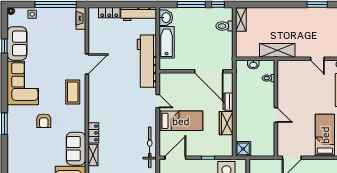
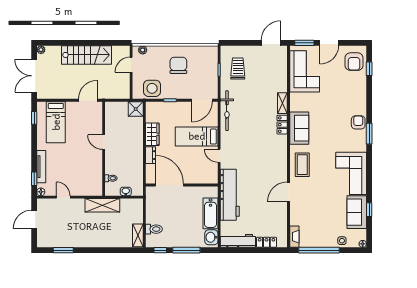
armchair: (44, 121) -> (358, 122), moved
sofa: (76, 149) -> (299, 128), moved

